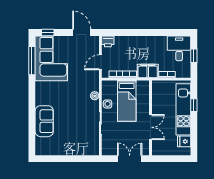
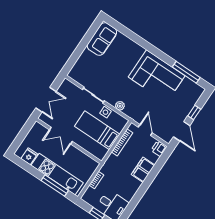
window: (48, 33) -> (194, 112), moved
door: (82, 33) -> (182, 131), hinge flipped
corner sofa: (51, 58) -> (157, 76), moved
filing cabinet: (148, 71) -> (143, 170), moved, turned 180
window: (194, 105) -> (55, 186), width x2.17
sofa: (44, 121) -> (102, 39), moved, turned -90

